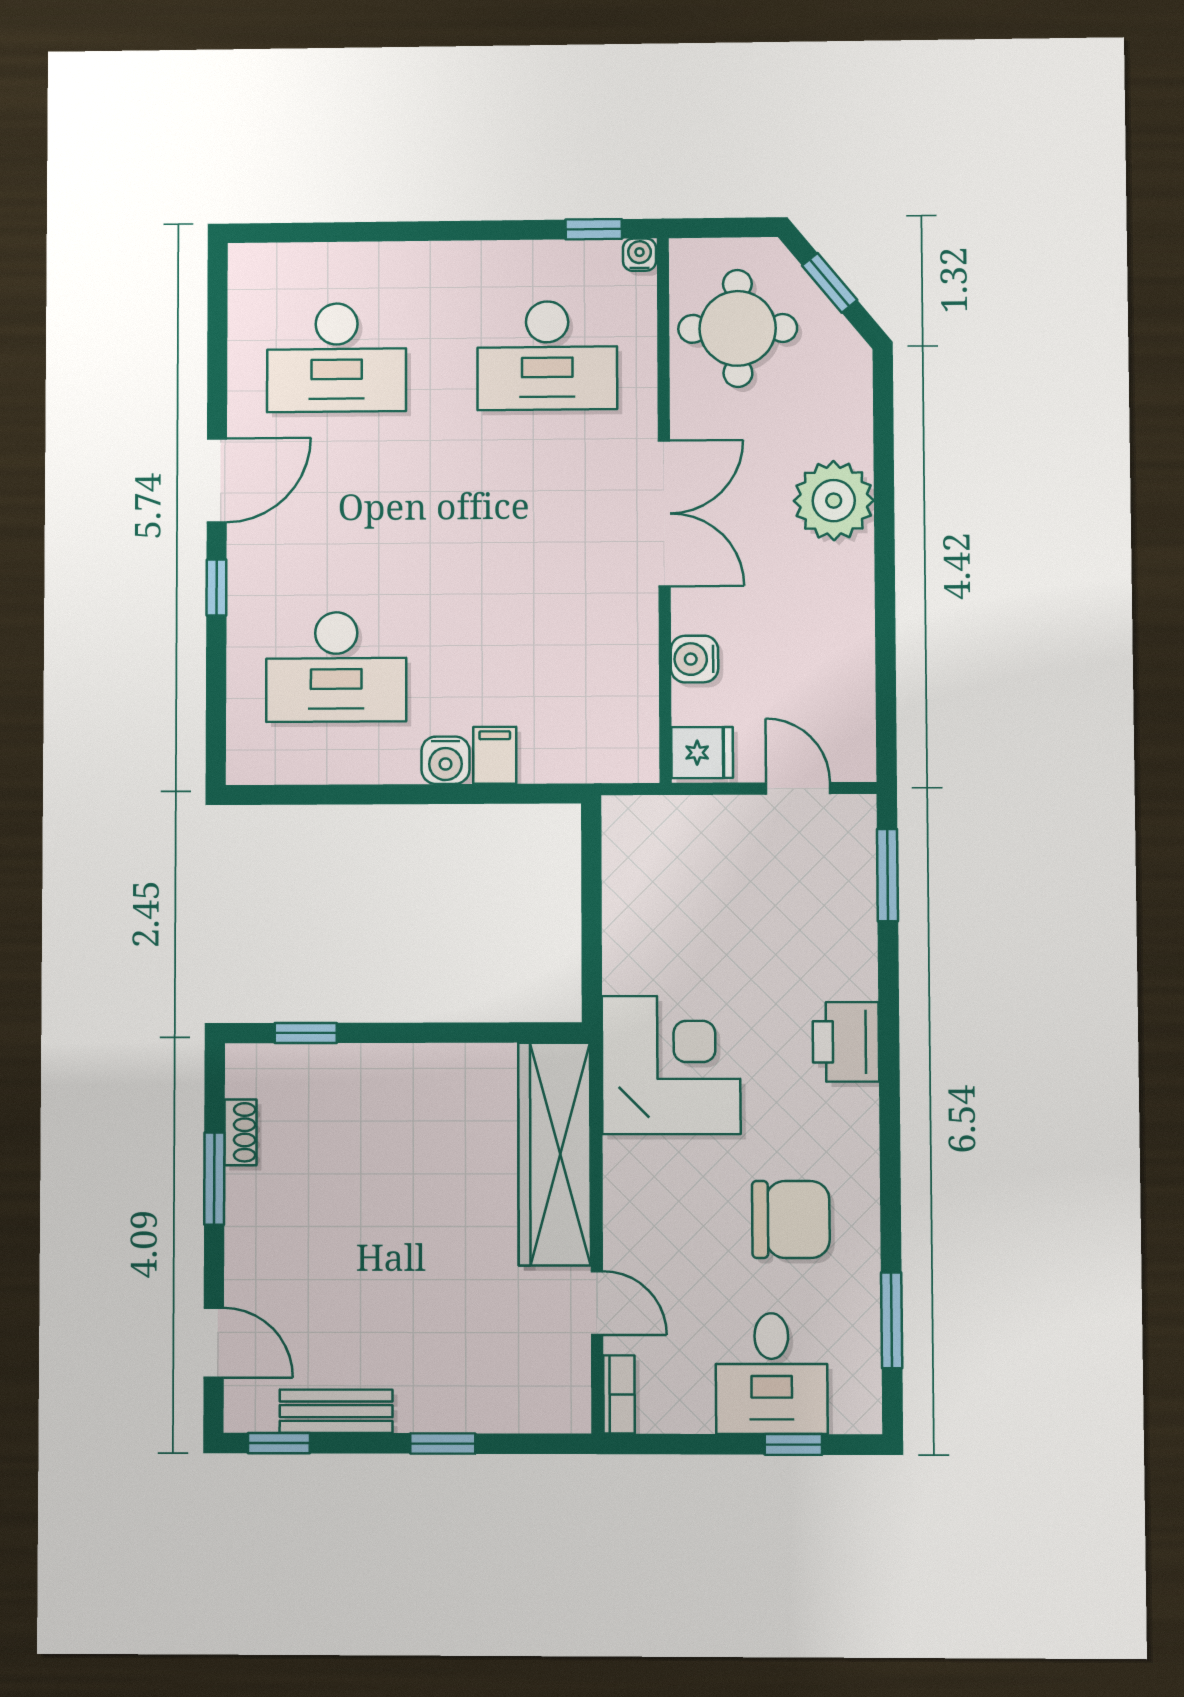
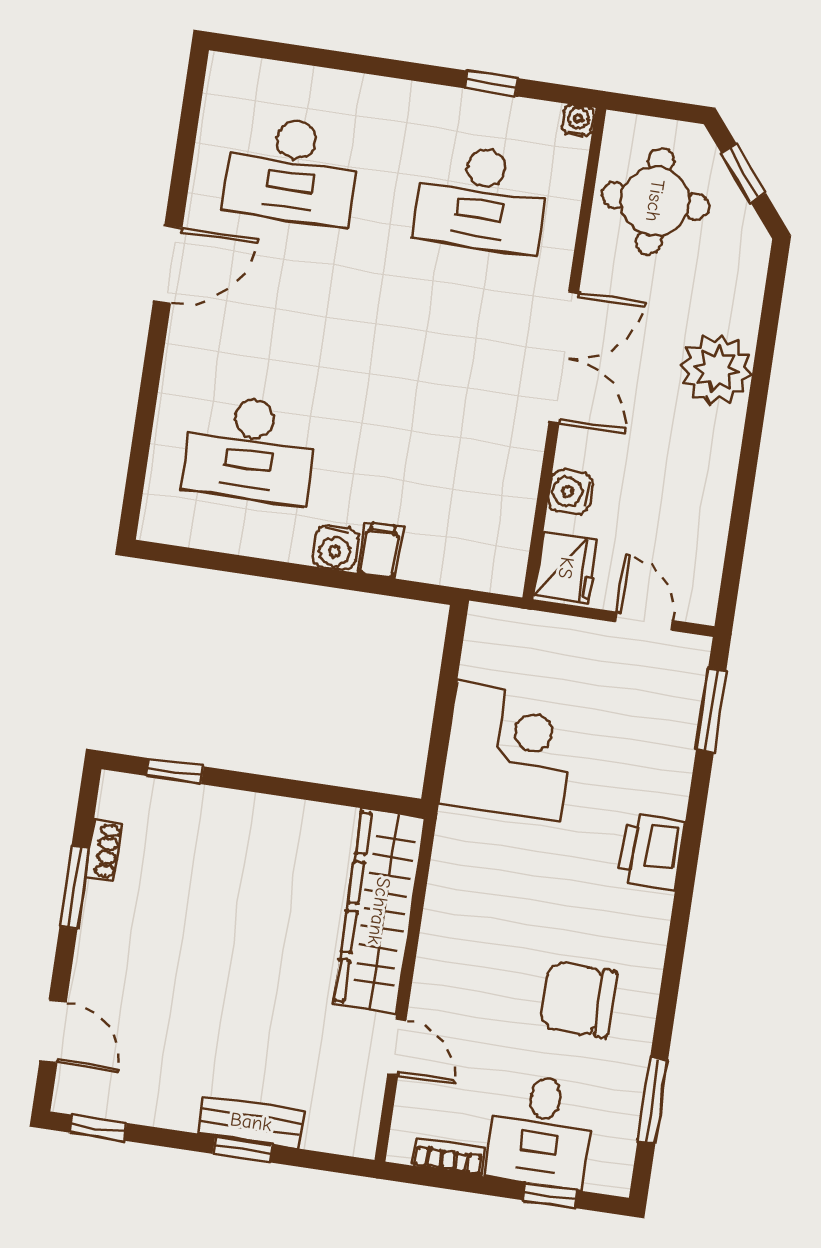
window: (594, 229) -> (491, 83), moved
window: (216, 588) -> (153, 361), removed
fridge: (702, 753) -> (566, 568), width x1.38
corner desk: (671, 1065) -> (509, 751), moved
chair: (791, 1219) -> (578, 999), turned 180
bookcase: (619, 1394) -> (448, 1157), moved, turned -90
bench: (336, 1411) -> (251, 1122), moved

